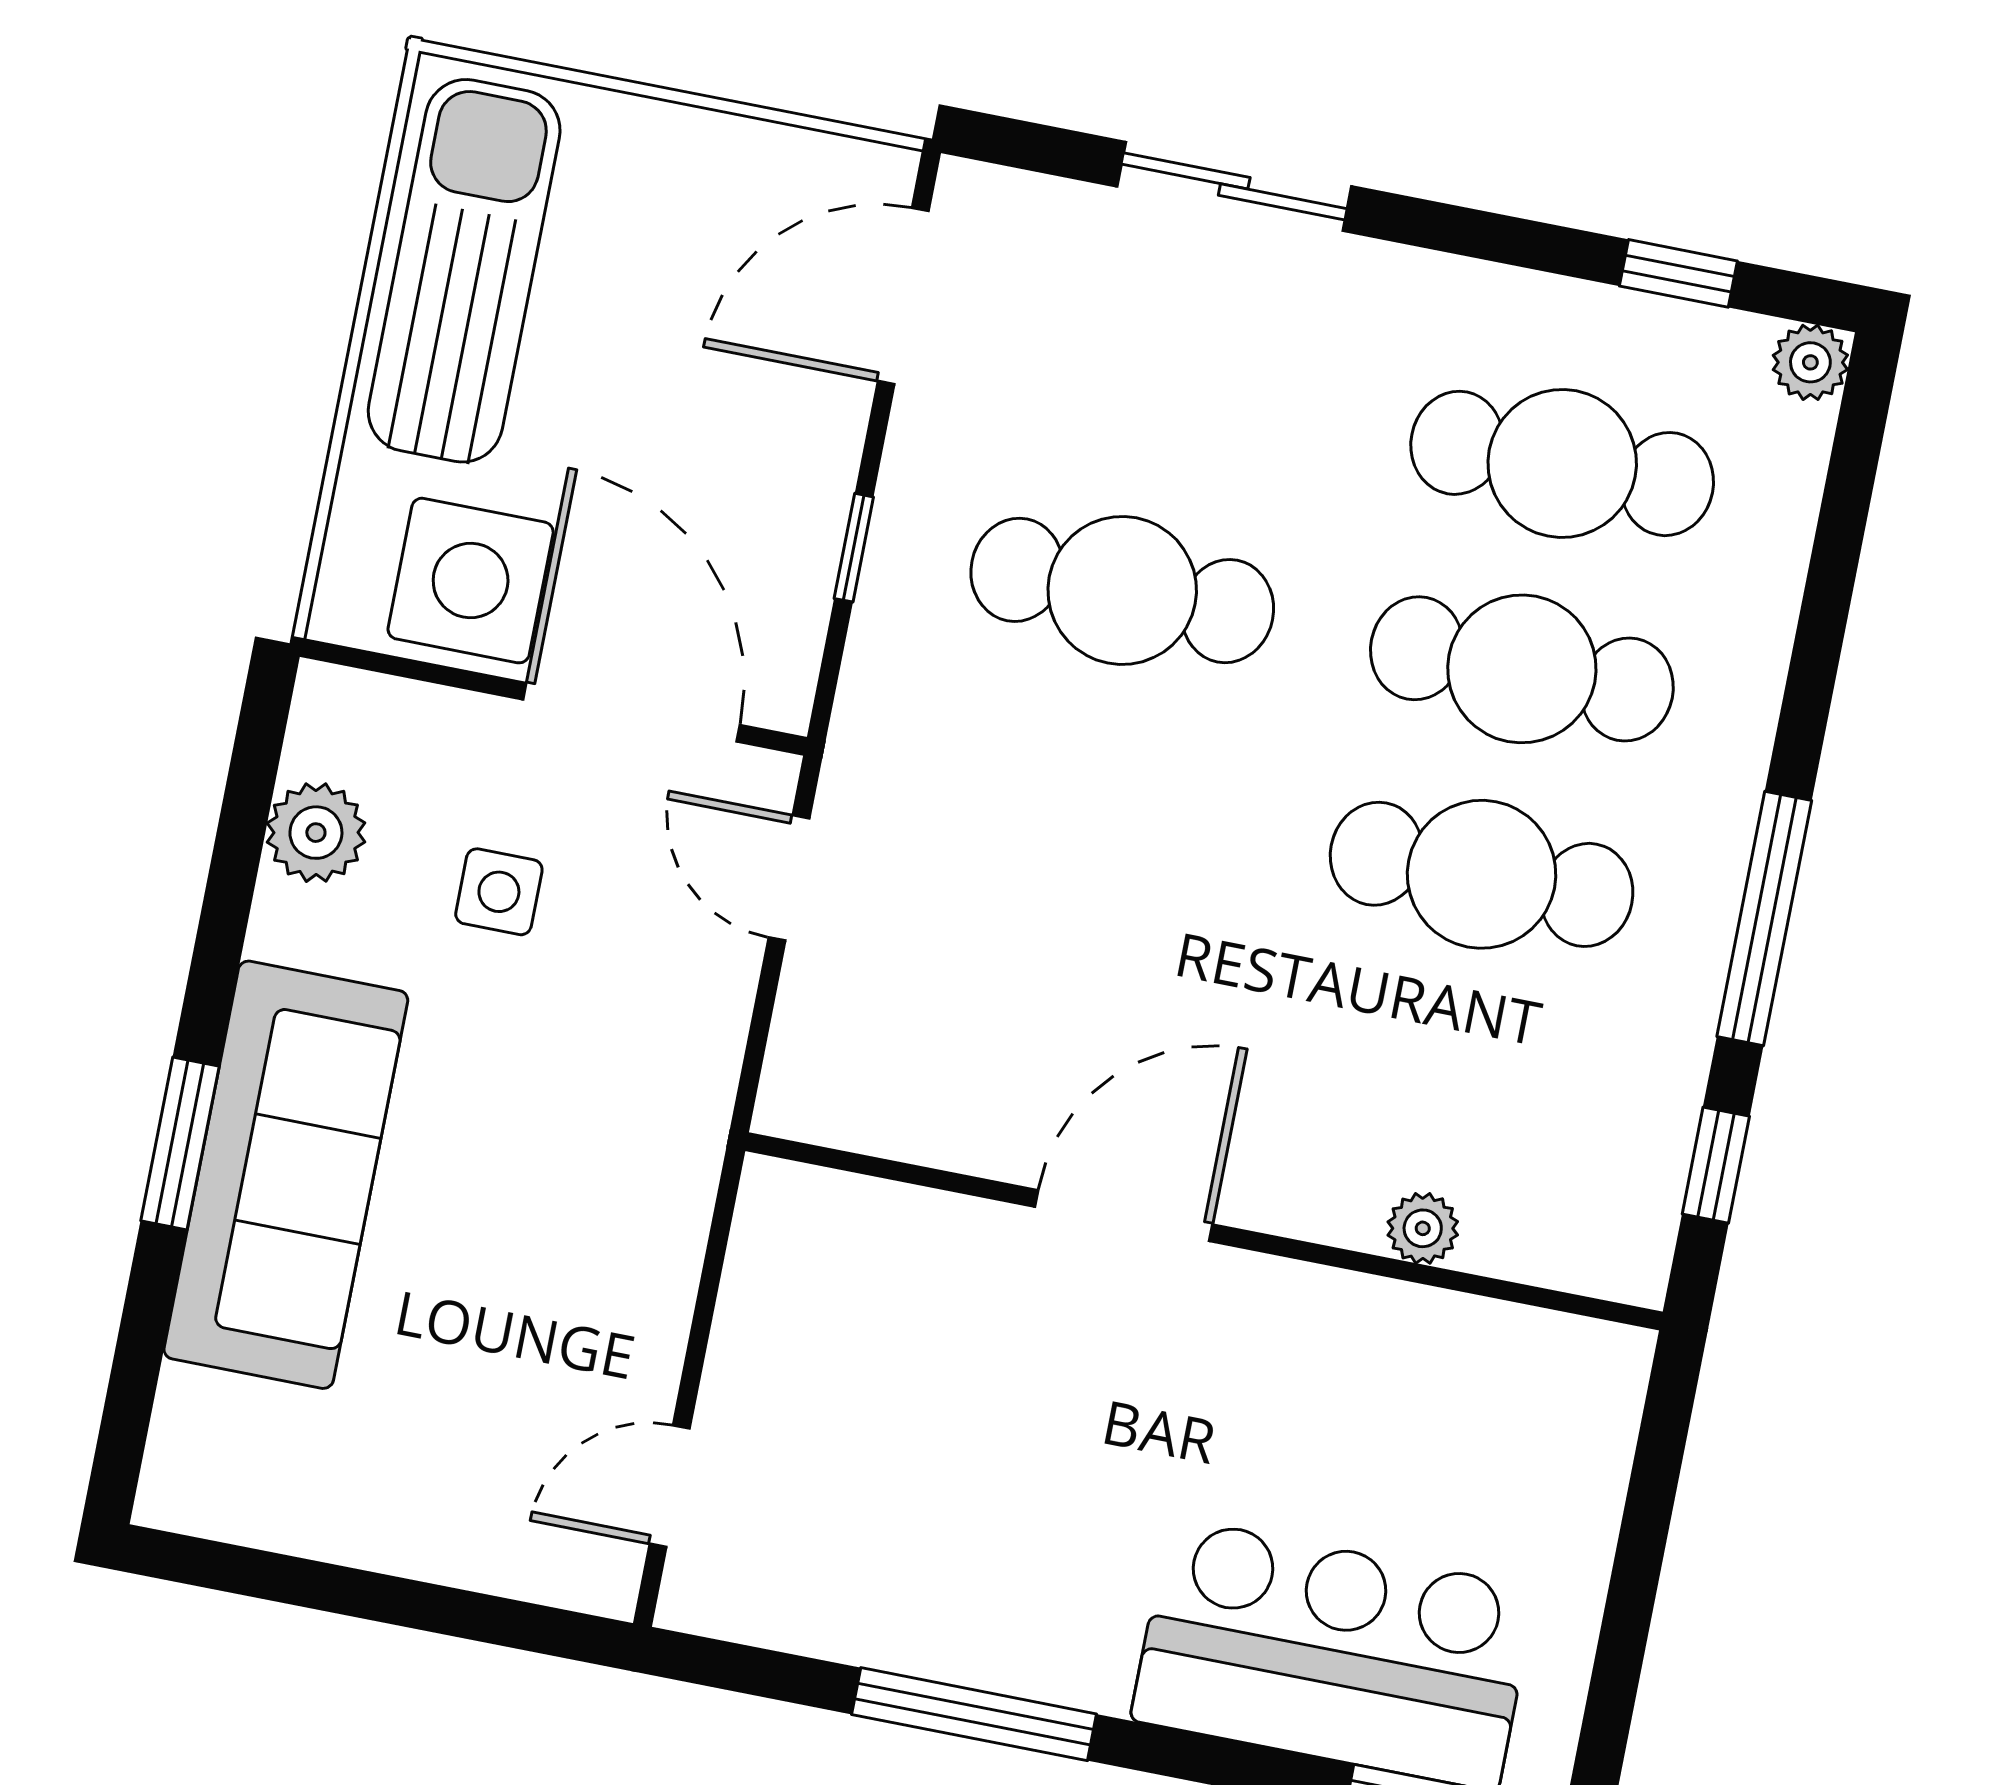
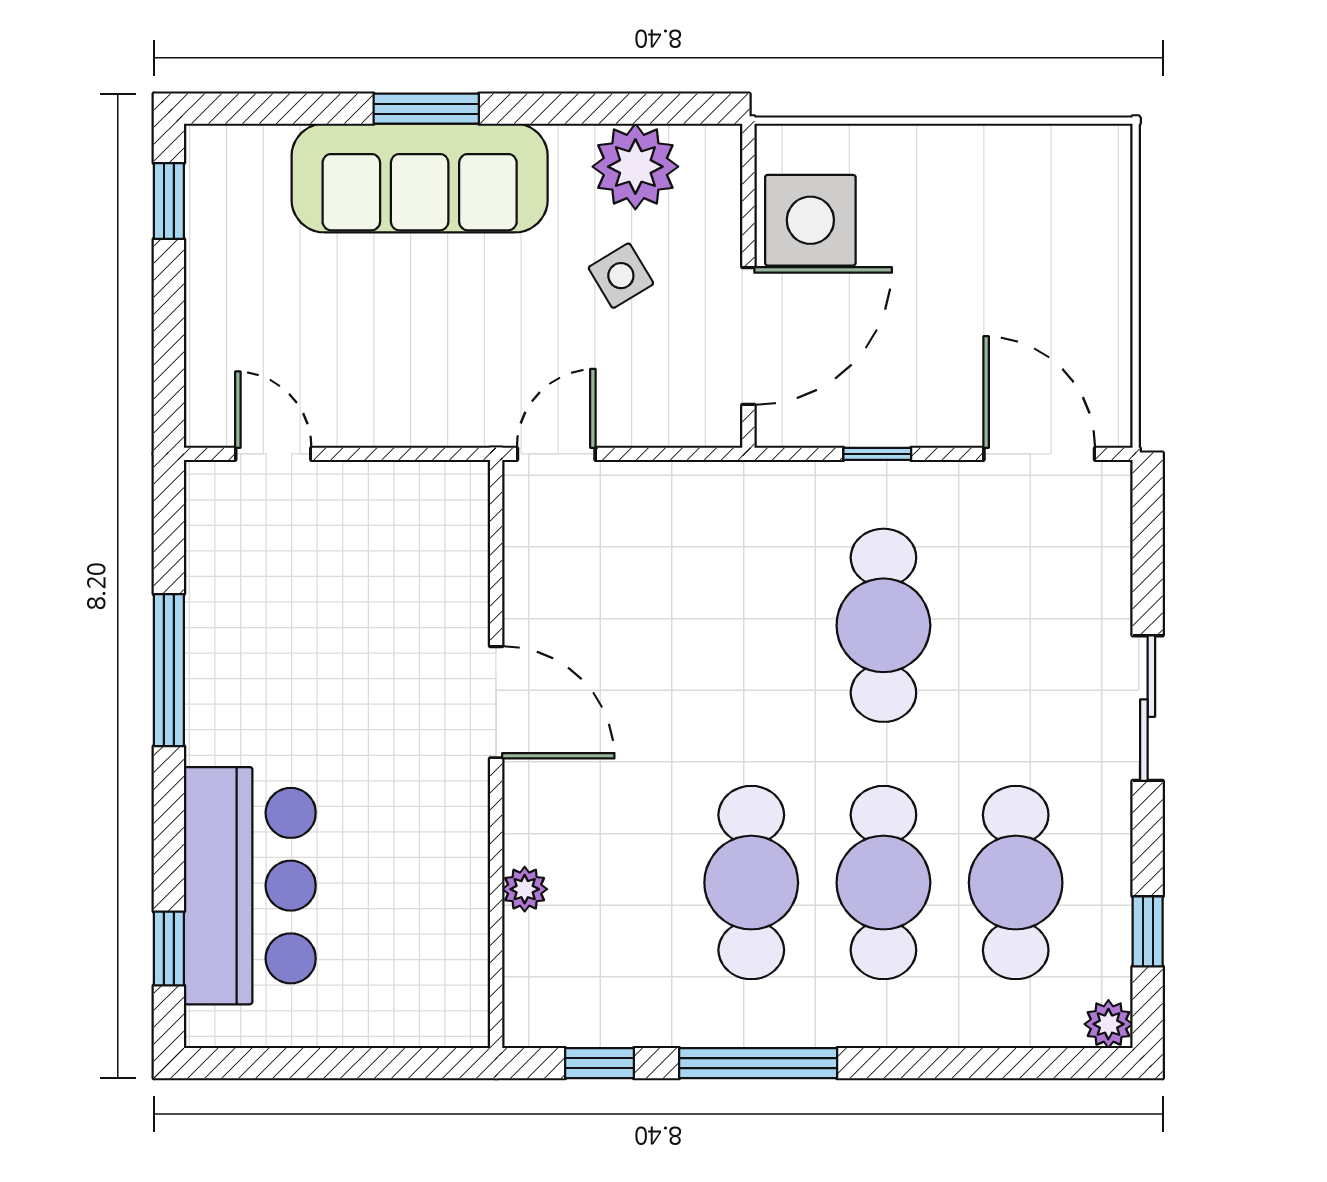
sliding door: (1234, 186) -> (1148, 708), moved
sun lounger: (464, 271) -> (1002, 179), removed
plant: (316, 833) -> (635, 167), width x1.36, depth x1.36
door: (789, 878) -> (556, 454), moved
side table: (499, 892) -> (621, 276), turned -31
window: (245, 1571) -> (169, 201), added

